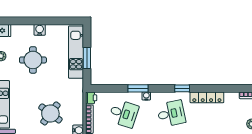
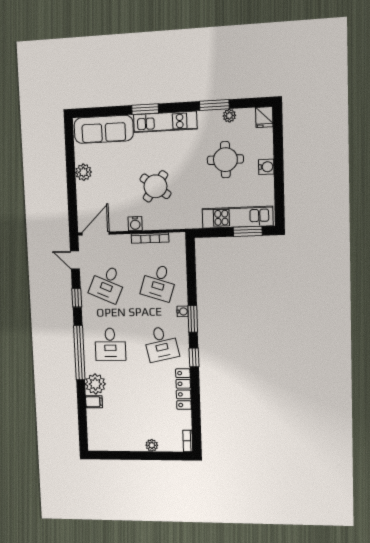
window: (87, 58) -> (248, 231), moved
window: (138, 88) -> (193, 319), moved
printer: (91, 98) -> (178, 239), removed

